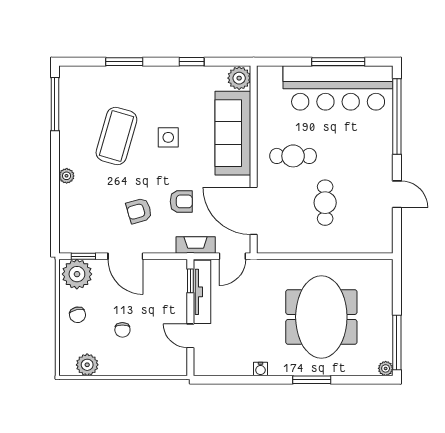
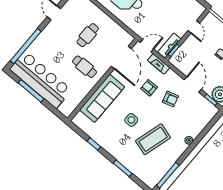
plant: (239, 78) -> (79, 120), removed
tv unit: (202, 292) -> (169, 45), width x0.71

